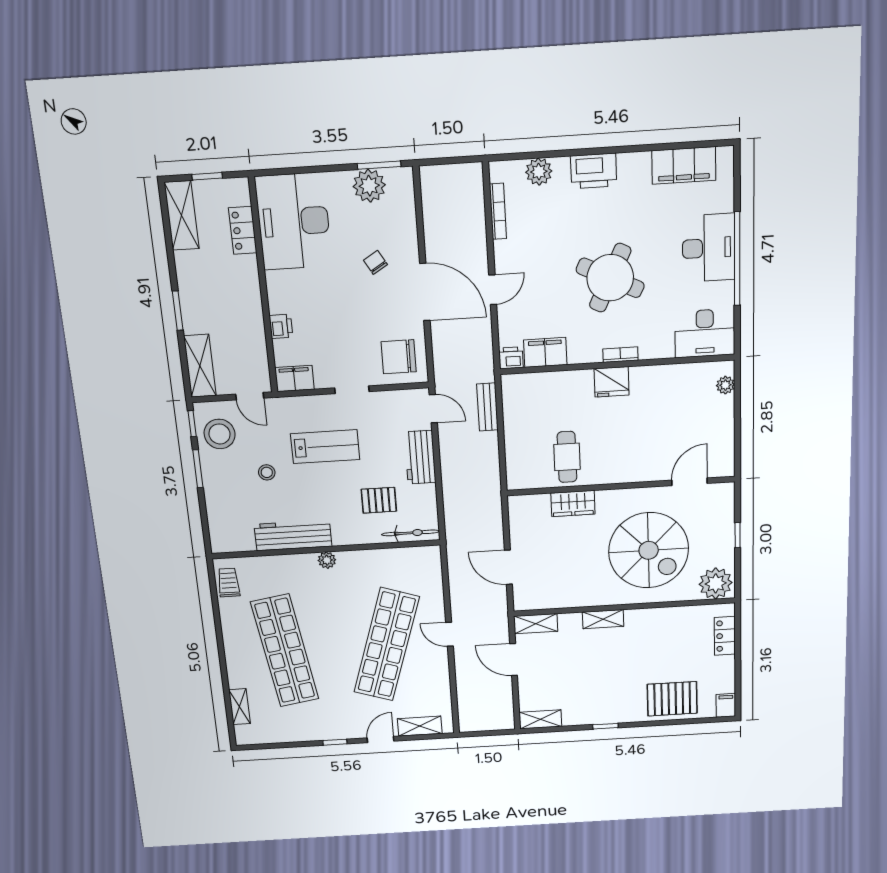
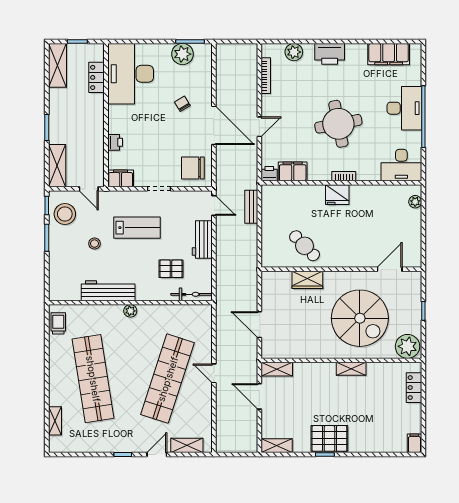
round table: (610, 278) -> (338, 124), turned -37
cafe table: (567, 457) -> (305, 246), turned -44
shelving: (603, 619) -> (351, 369), moved
pallet: (672, 699) -> (329, 438), moved

